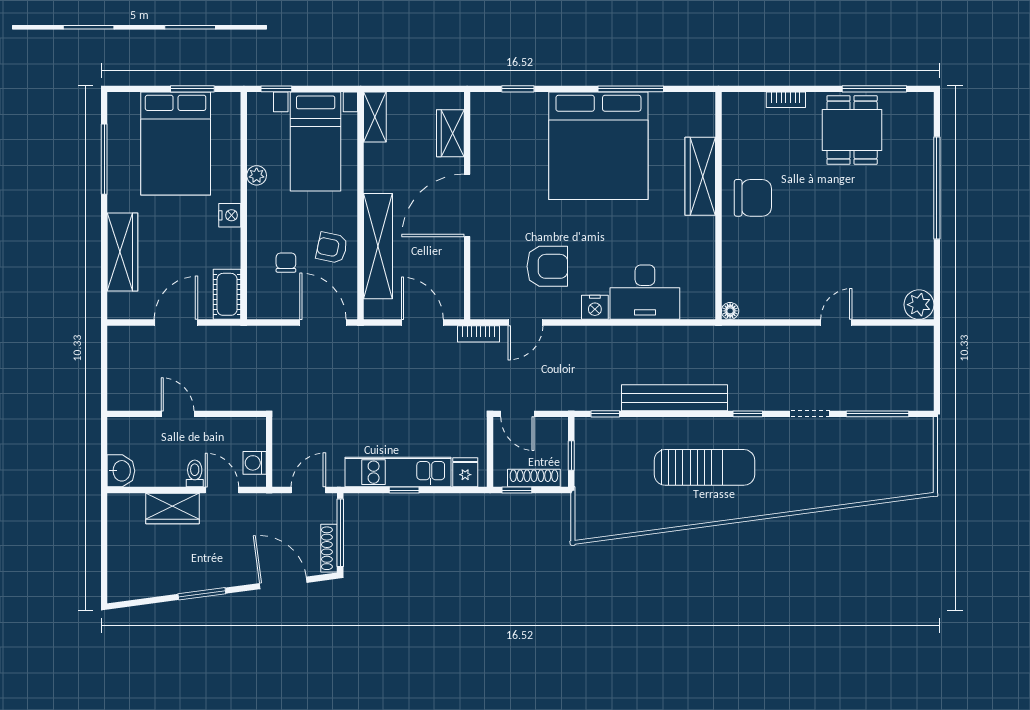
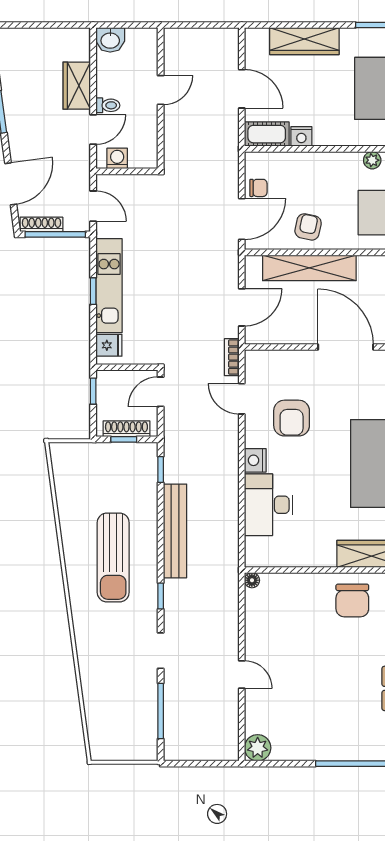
nightstand: (230, 215) -> (301, 136), moved
chair: (286, 263) -> (258, 188), moved
shoe rack: (534, 478) -> (126, 429), moved, turned -90

